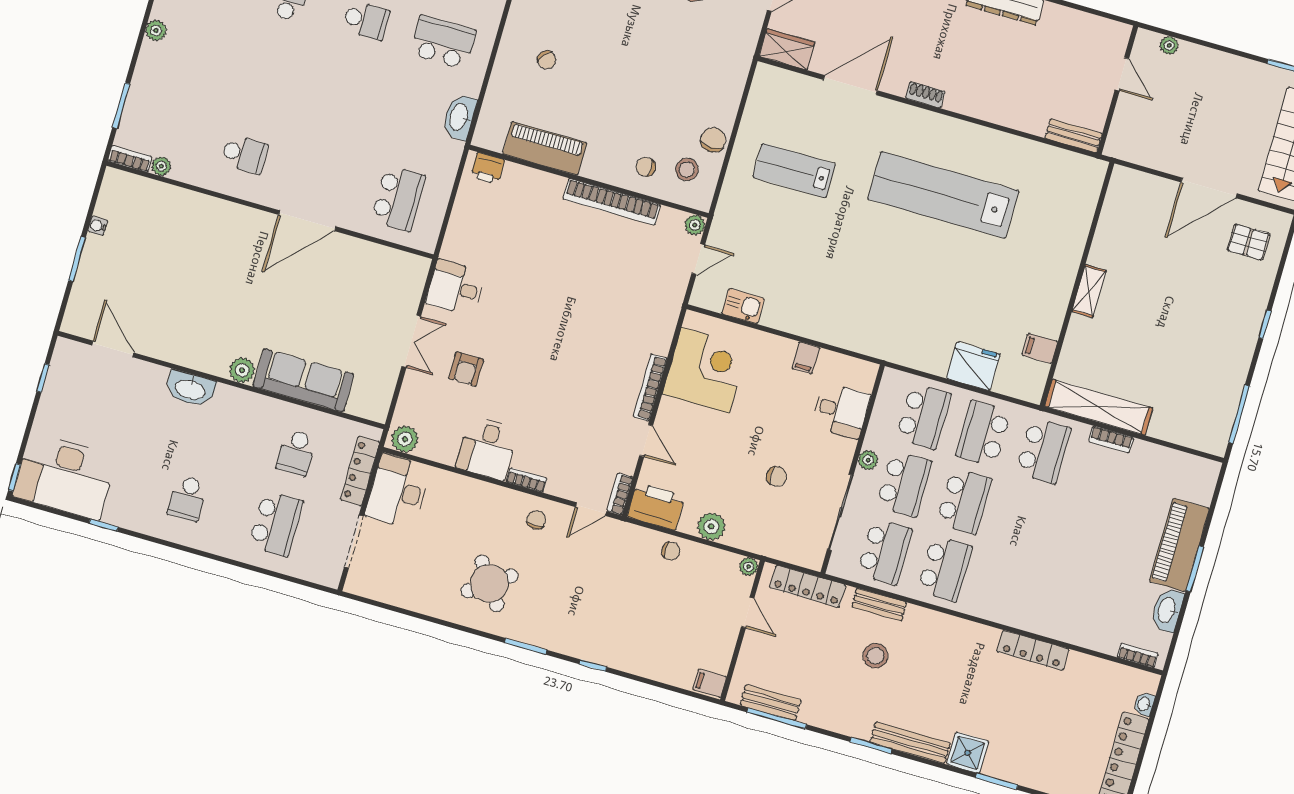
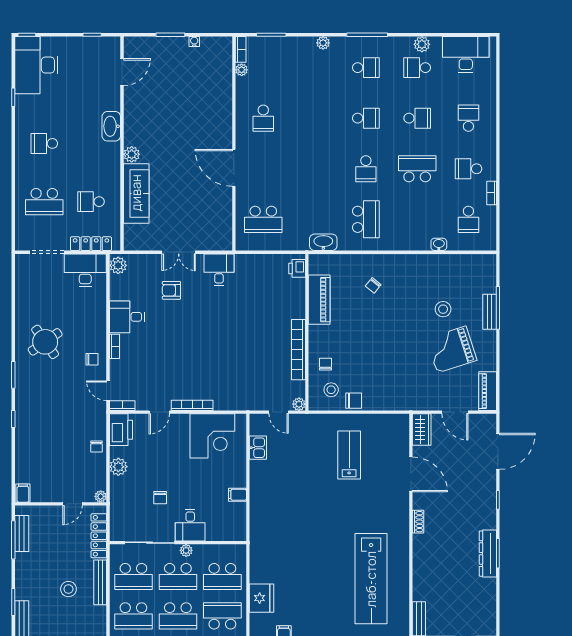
lab bench: (943, 195) -> (371, 579), moved, turned 180
desk: (841, 410) -> (190, 525), moved
bench: (879, 605) -> (100, 582), width x1.36

